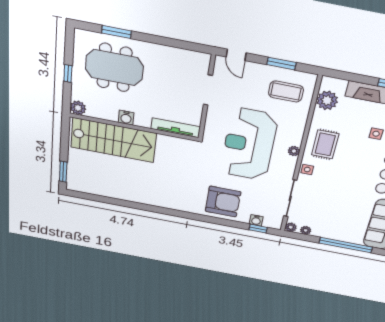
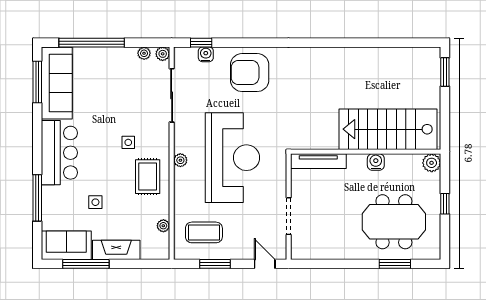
plant: (327, 100) -> (163, 226), width x0.53, depth x0.53
side table: (307, 170) -> (128, 142), moved

